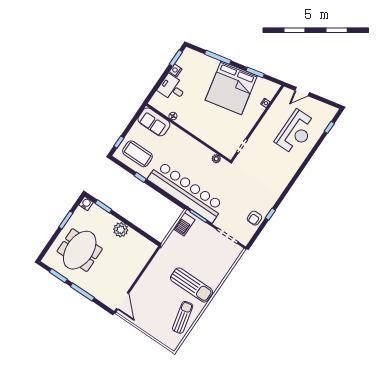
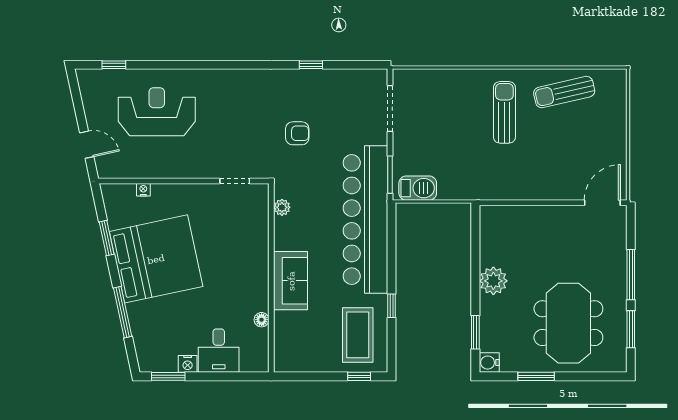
sofa: (154, 122) -> (291, 281), moved
armchair: (255, 218) -> (297, 133), moved
meeting table: (80, 250) -> (568, 323), turned 90
sun lounger: (192, 285) -> (504, 112), width x0.73, depth x0.75

